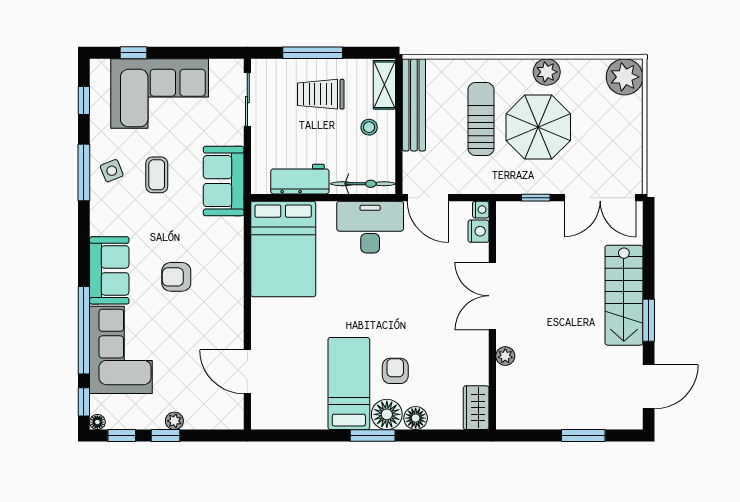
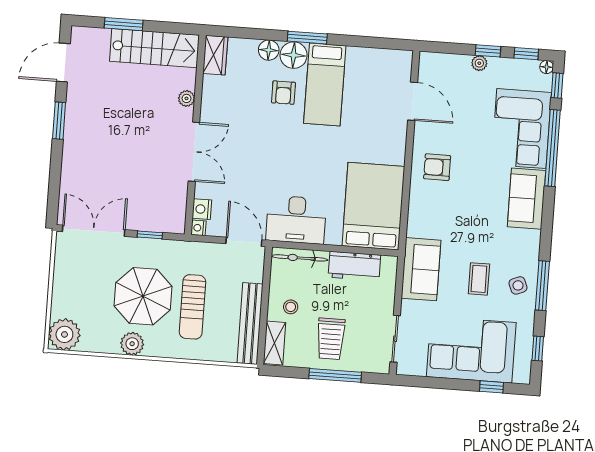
trolley: (321, 94) -> (331, 339), turned 90
armchair: (176, 277) -> (437, 167), moved, turned 180
stairs: (624, 295) -> (155, 48), moved, turned 90

